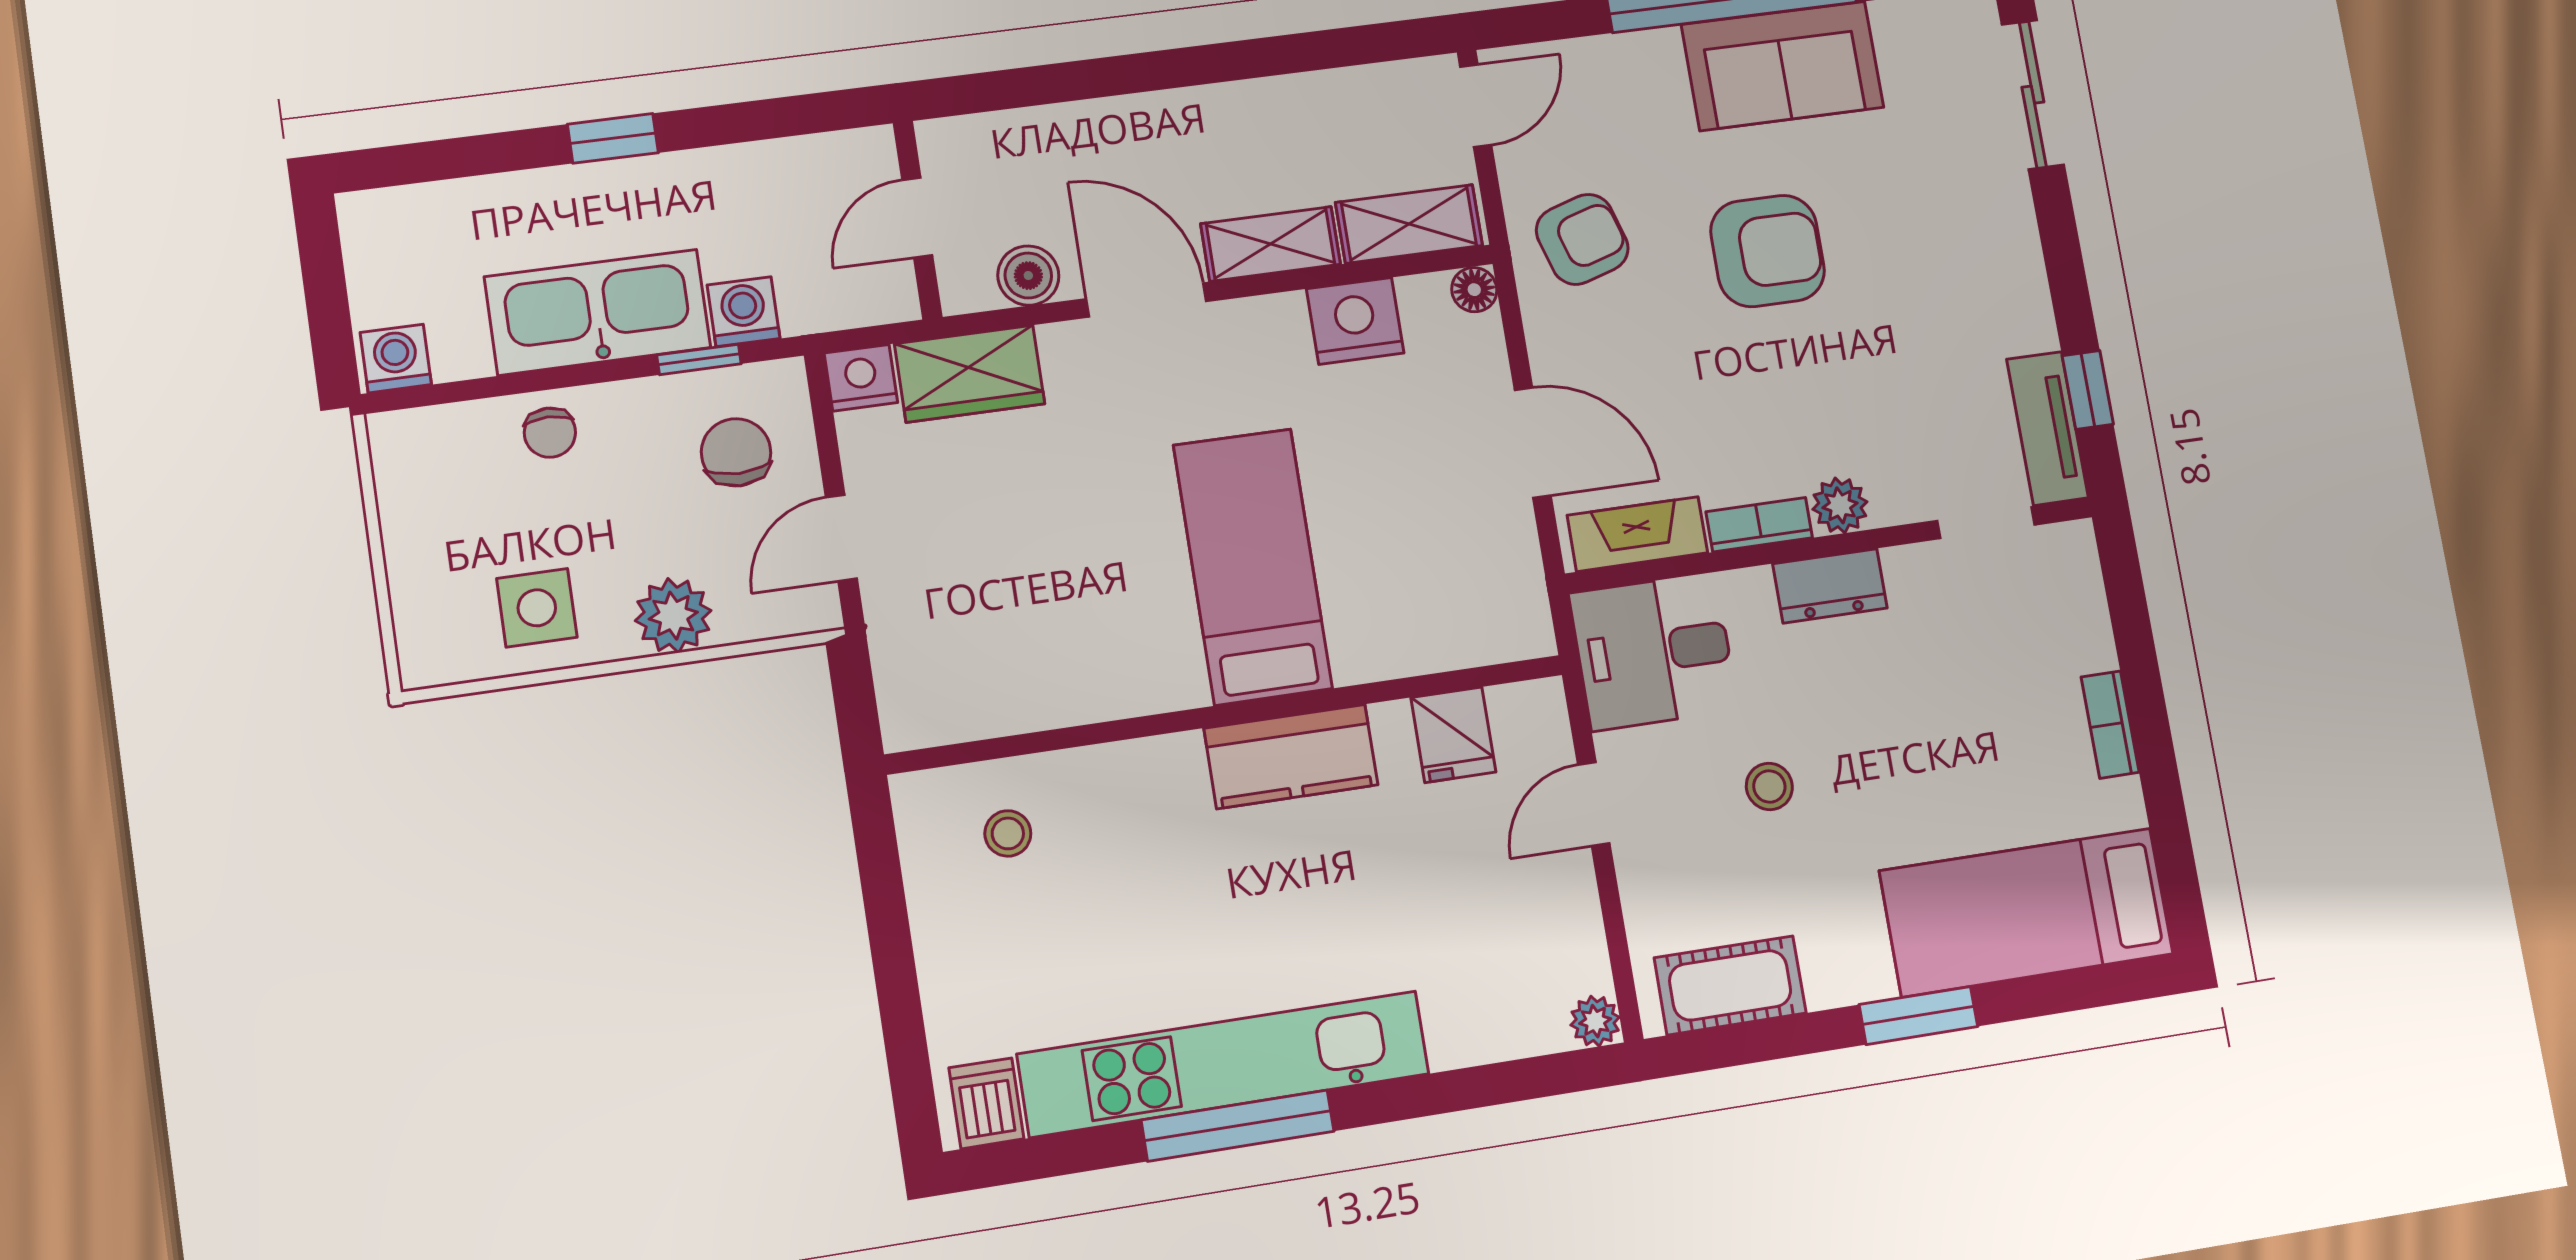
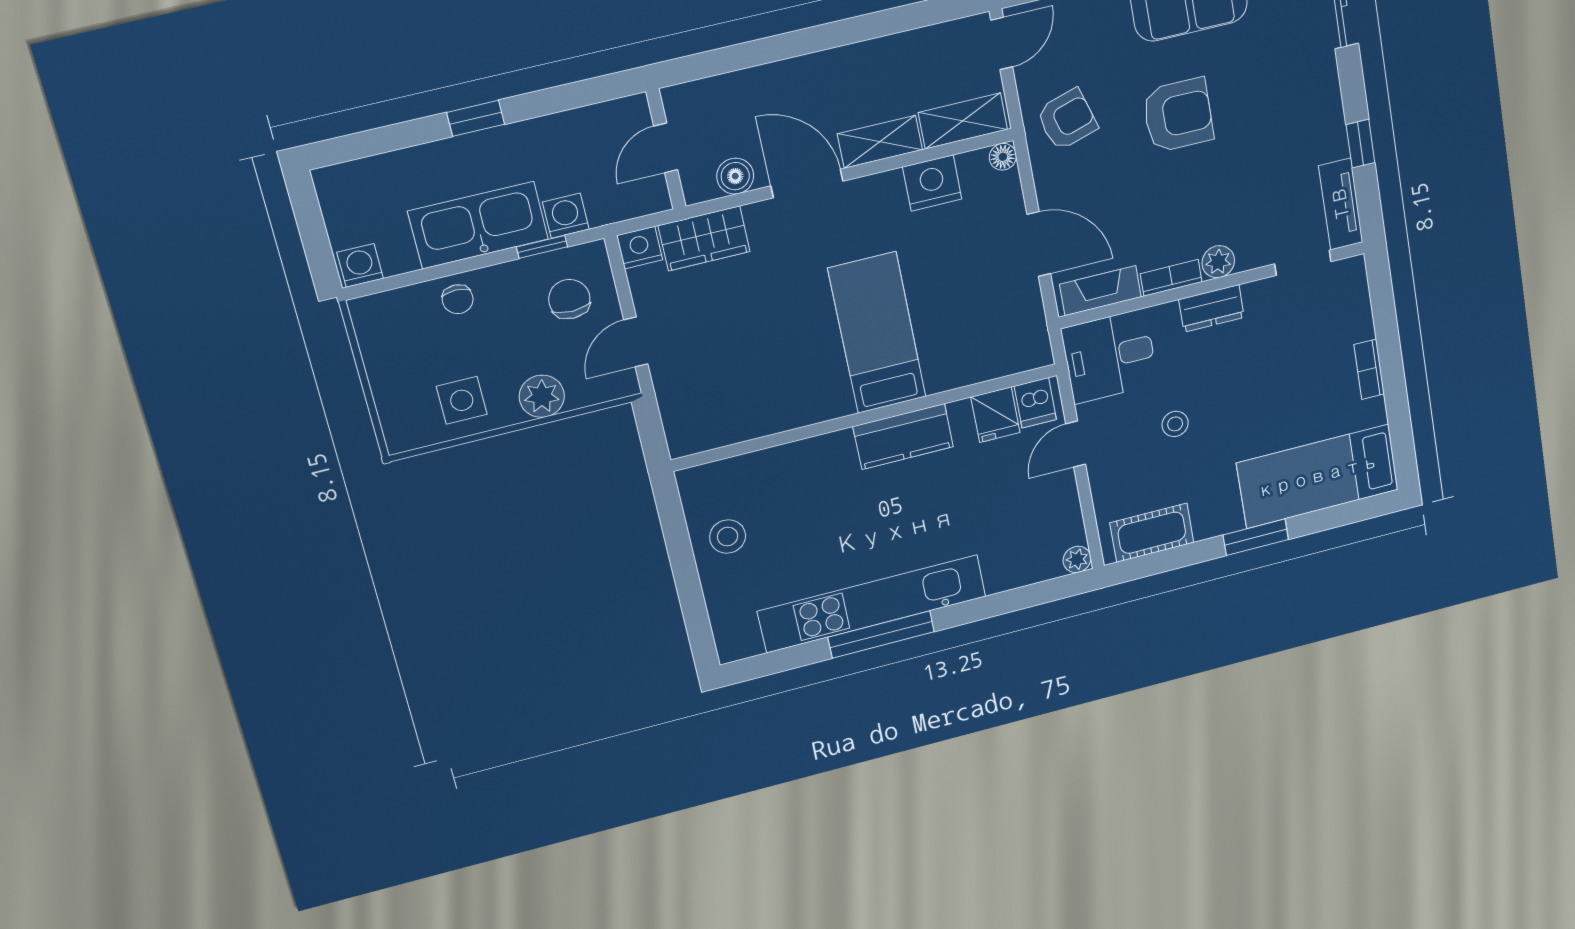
window: (2088, 390) -> (1360, 144), moved
stool: (1008, 833) -> (728, 537), moved, width x1.37, depth x1.37
dishwasher: (986, 1103) -> (1035, 403), moved, turned 180

